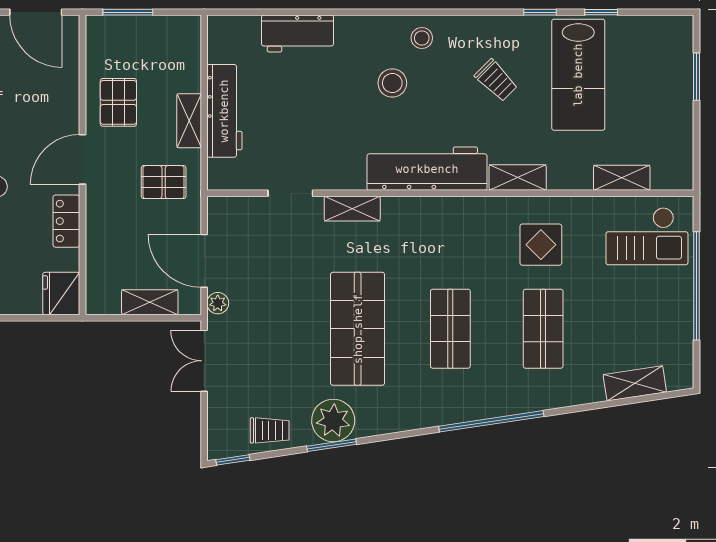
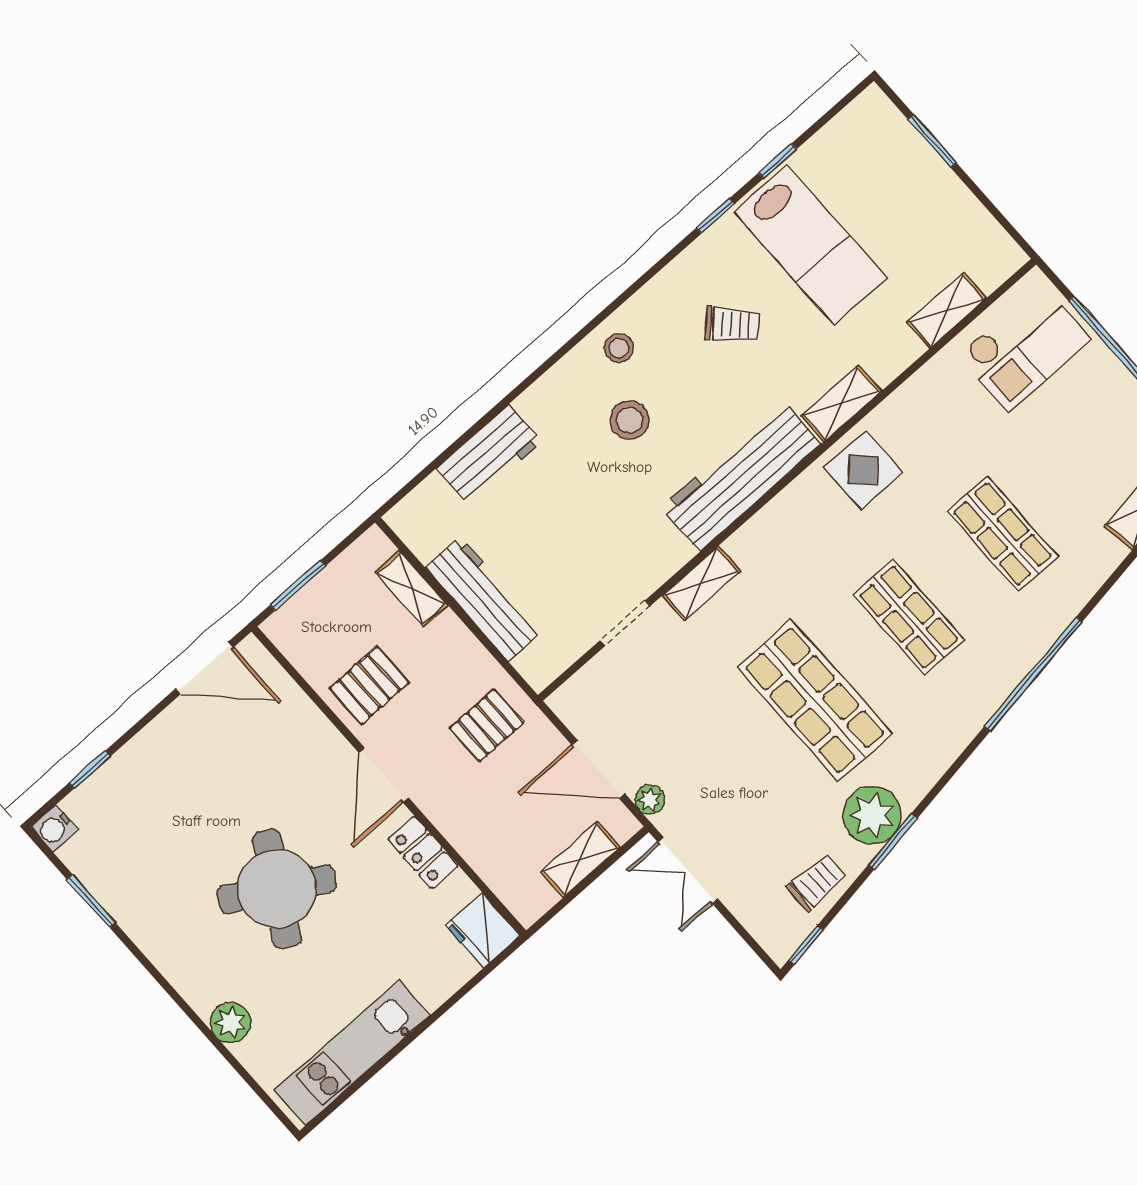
pallet: (118, 102) -> (369, 685), turned 90
shelving: (189, 121) -> (411, 589), moved
display table: (541, 245) -> (863, 470), moved

